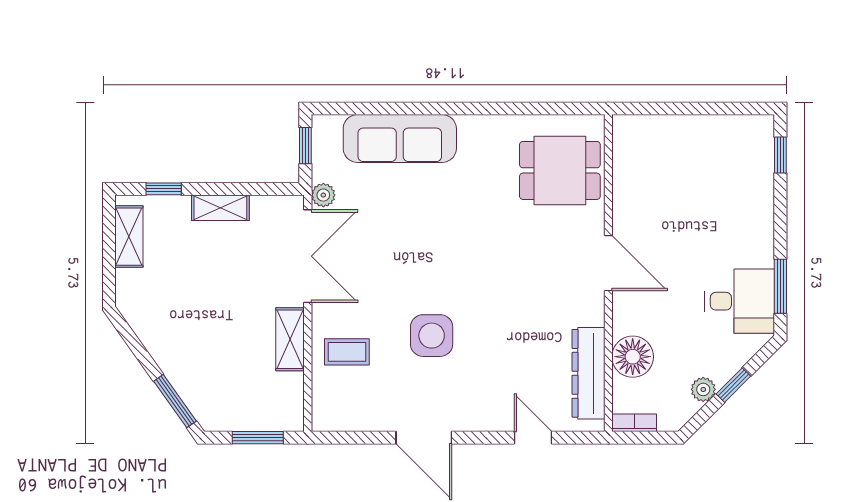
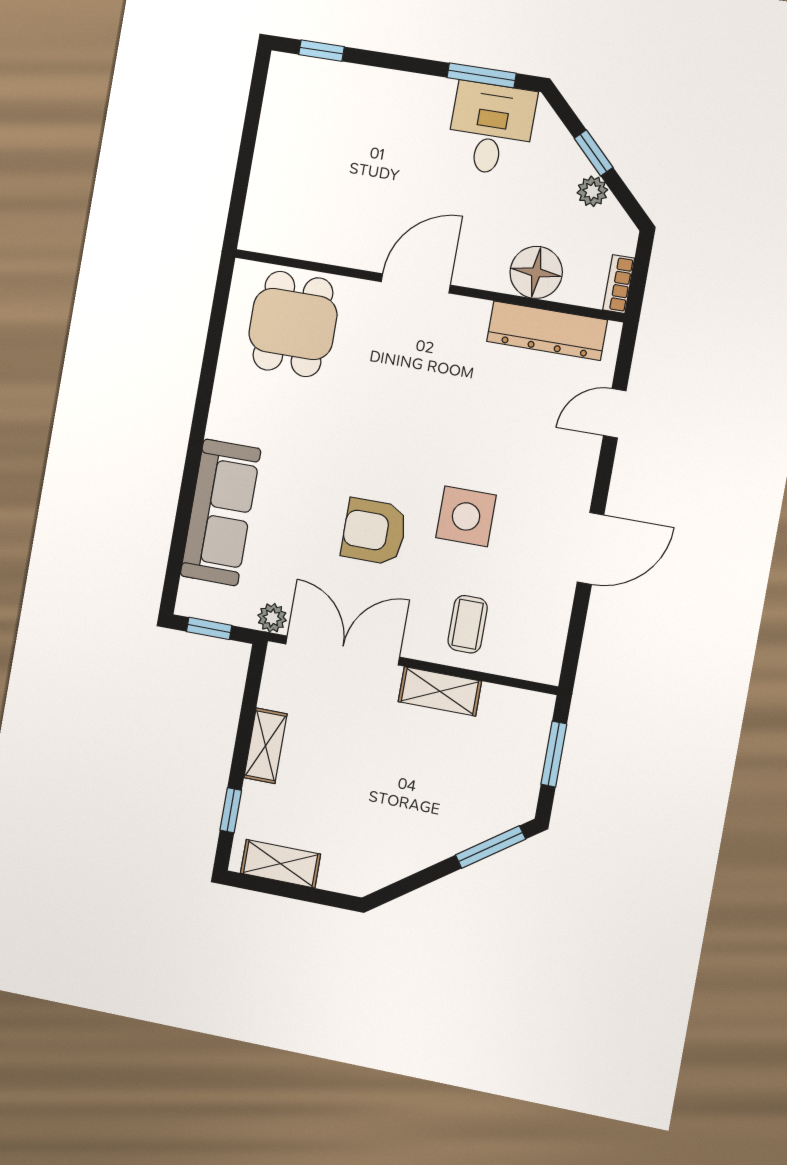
armchair: (407, 265) -> (374, 531), added

